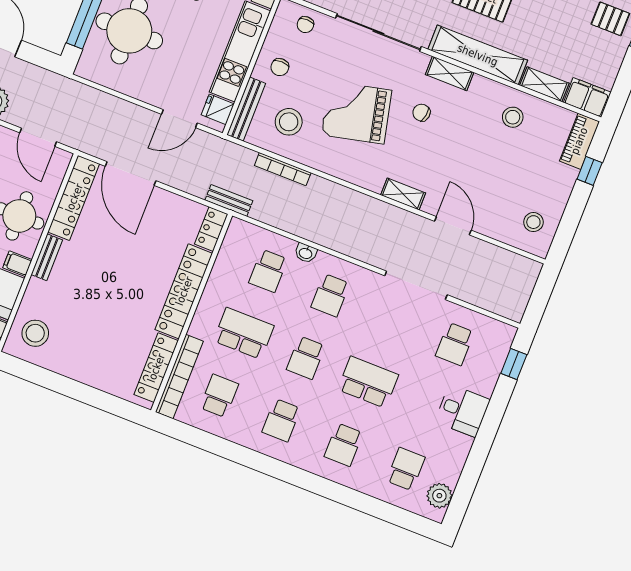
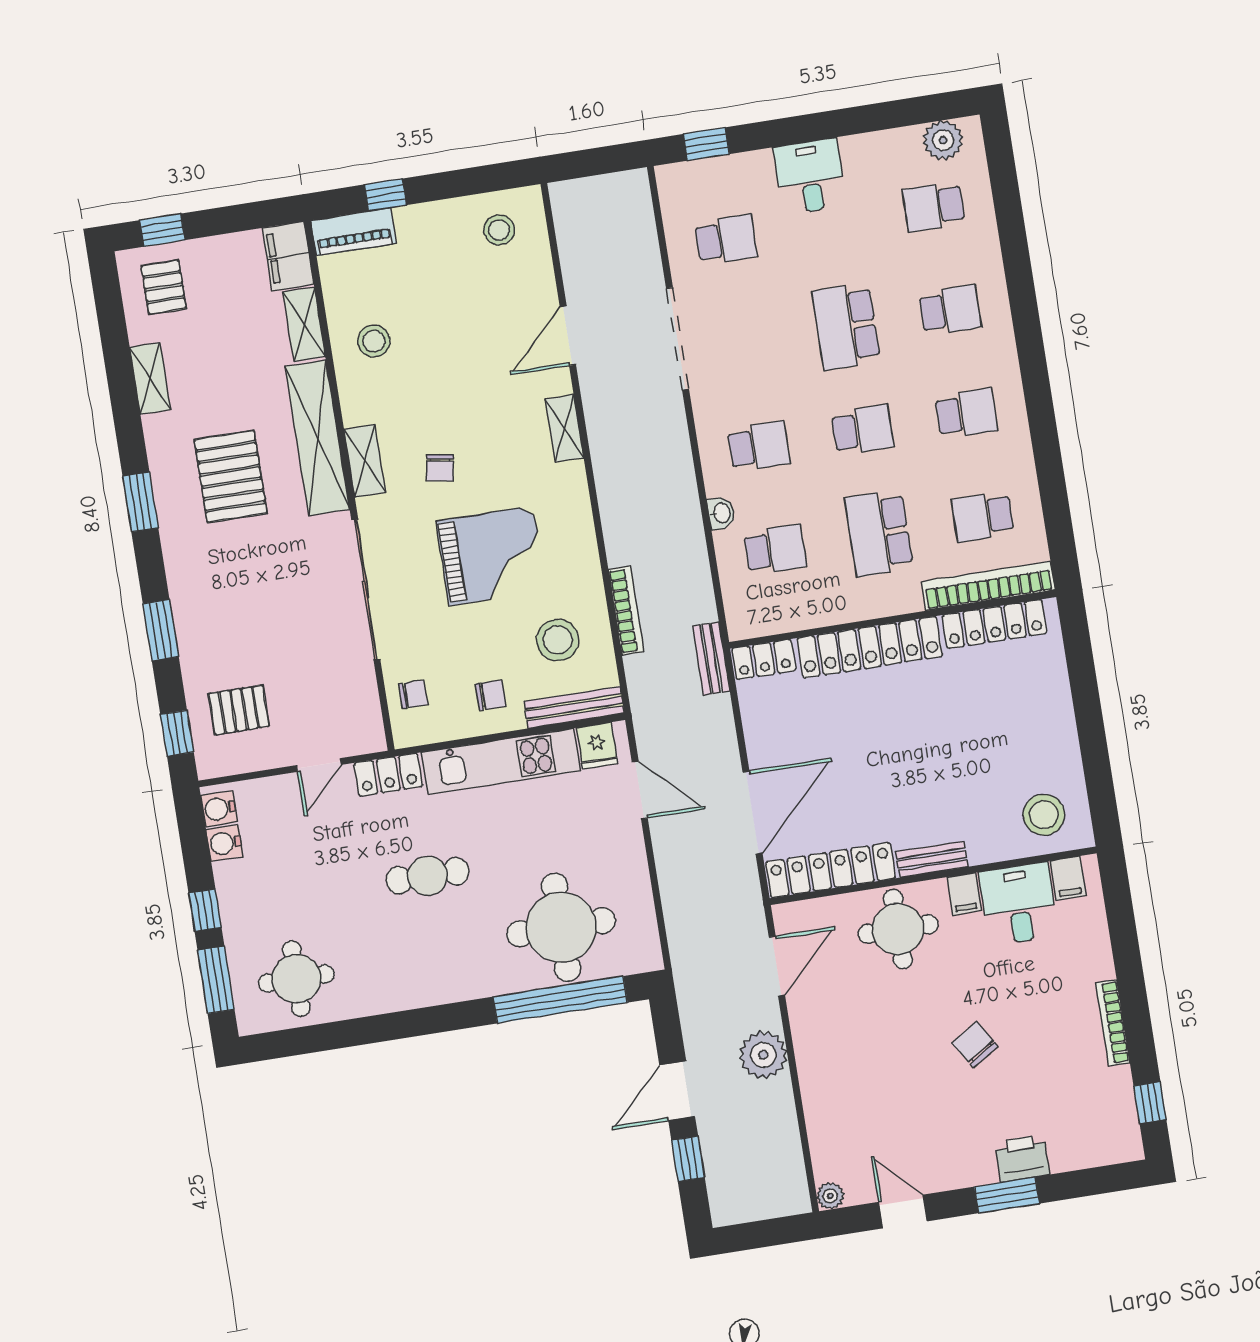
grand piano: (356, 113) -> (491, 556), turned -77

